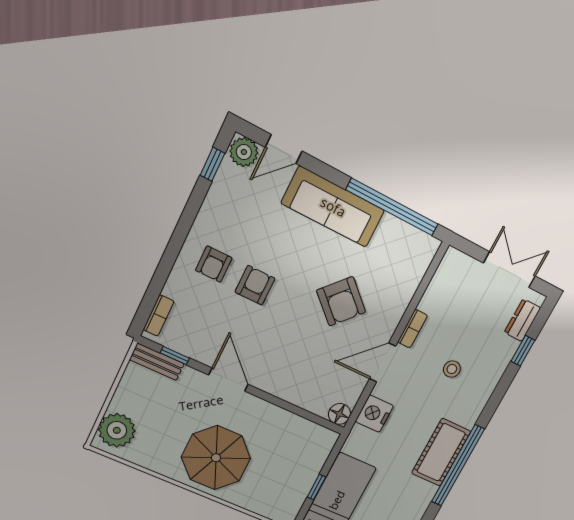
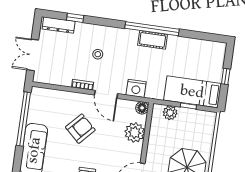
double door: (509, 270) -> (33, 55), moved
dresser: (522, 320) -> (59, 25), width x1.44
plant: (303, 390) -> (135, 132), added
cot: (441, 452) -> (153, 40), width x0.73, depth x0.75
plant: (316, 456) -> (170, 113), added

